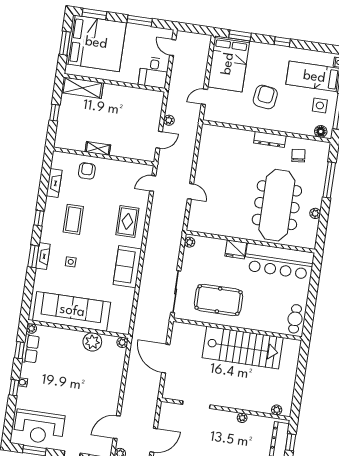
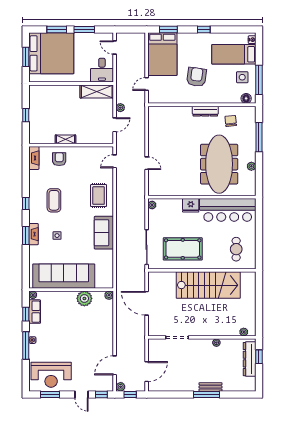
window: (94, 14) -> (57, 30), moved
shelving: (82, 88) -> (97, 91), moved
fireplace: (54, 183) -> (34, 158), moved
cafe table: (295, 319) -> (236, 249), moved
window: (14, 388) -> (26, 345), width x2.17

